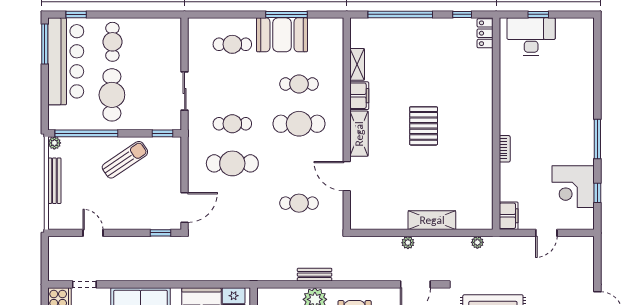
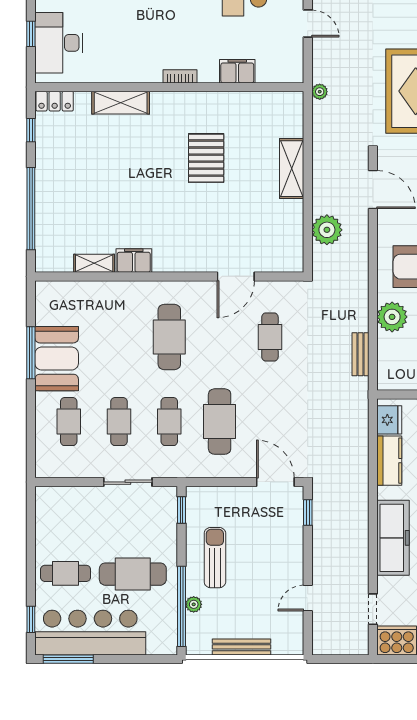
cafe table: (299, 84) -> (119, 422), moved
pallet: (424, 126) -> (206, 158), moved, turned 90
shelving: (359, 134) -> (121, 103), moved
plant: (54, 143) -> (194, 604), moved
bookcase: (505, 149) -> (180, 76), moved
sun lounger: (125, 160) -> (215, 558), turned 34
filing cabinet: (509, 216) -> (237, 71), moved
plant: (477, 242) -> (320, 92), moved
plant: (408, 243) -> (327, 230), moved, width x1.88, depth x1.88
bench: (315, 275) -> (361, 354), moved

